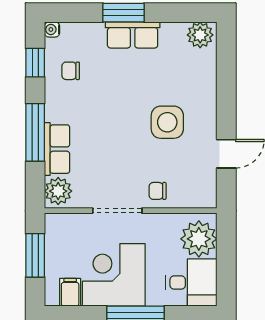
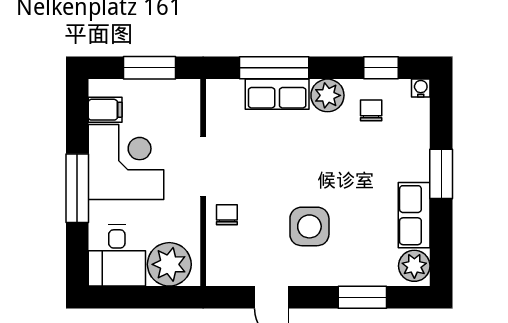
row of seats: (133, 35) -> (414, 215), moved
window: (226, 78) -> (362, 297), added
window: (35, 132) -> (274, 68), moved
plant: (58, 191) -> (327, 95), moved

